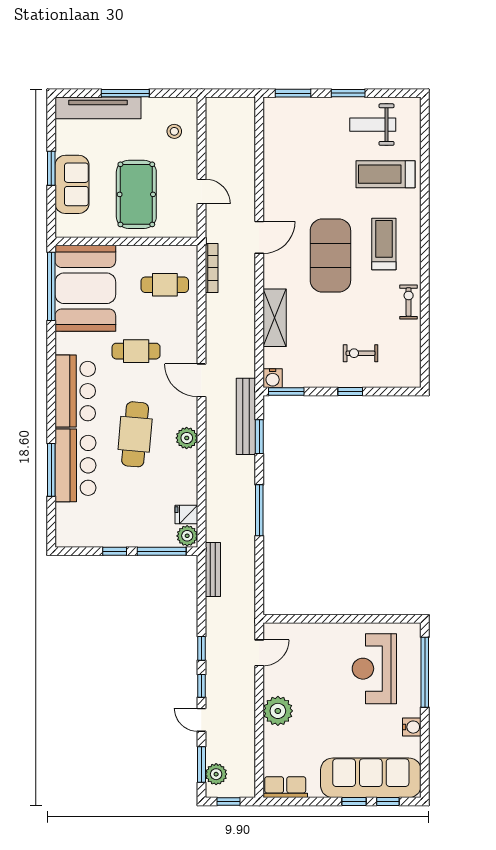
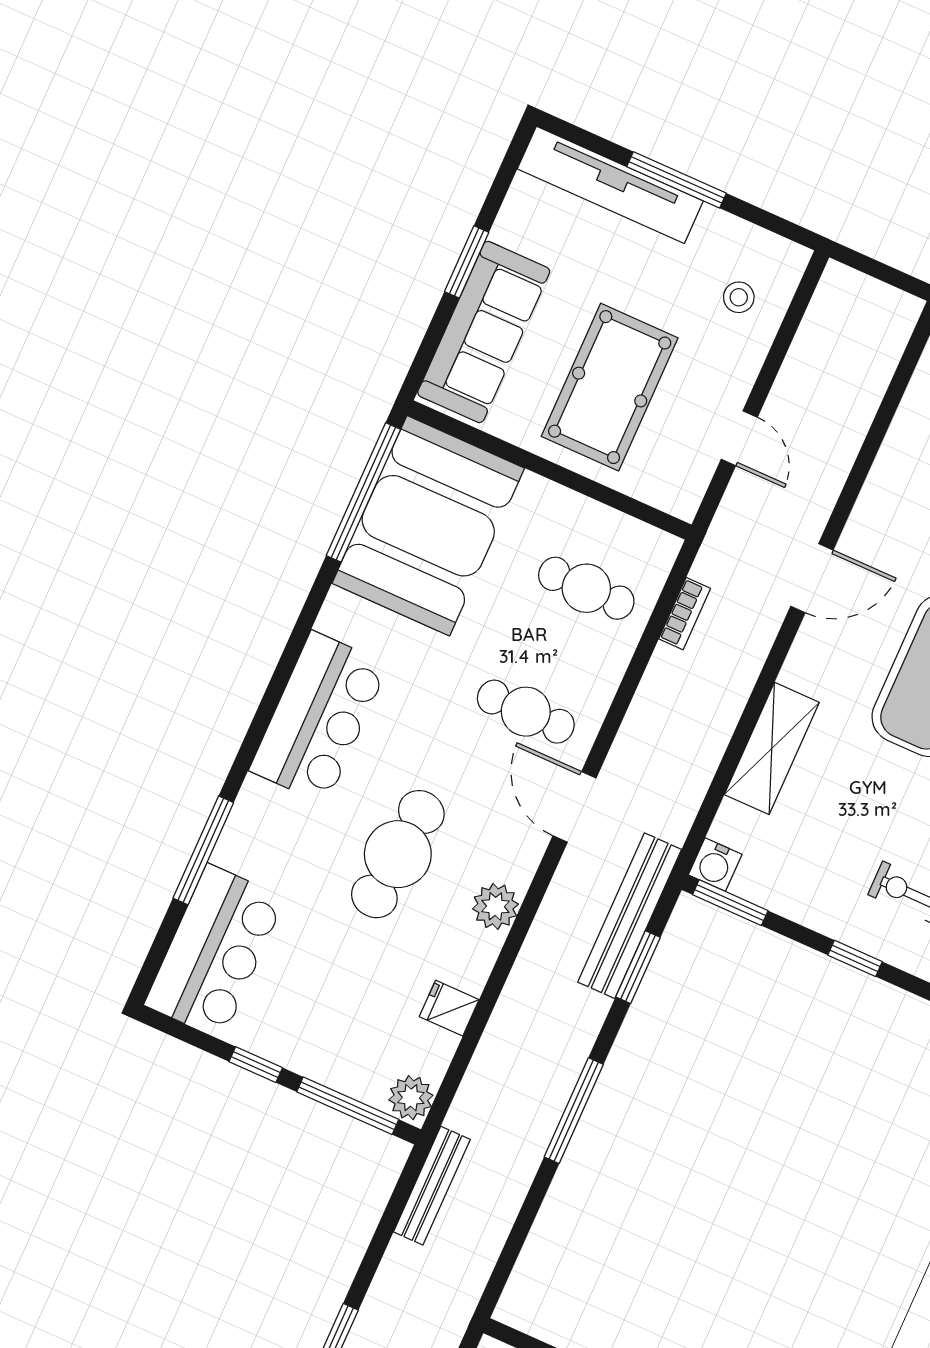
sofa: (72, 184) -> (484, 332), width x1.36
bookcase: (212, 268) -> (685, 614), width x0.64
cafe table: (136, 351) -> (526, 712), moved
bar counter: (75, 465) -> (215, 951), moved
fridge: (186, 514) -> (449, 1008), moved

